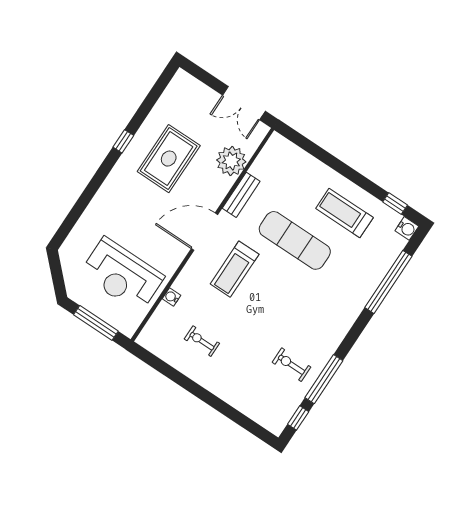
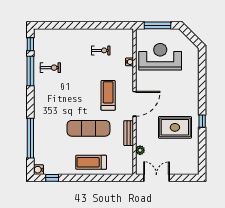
rug: (169, 159) -> (175, 127), turned 90
plant: (231, 161) -> (140, 150), width x0.53, depth x0.53
treadmill: (344, 213) -> (91, 162), moved, turned 180

